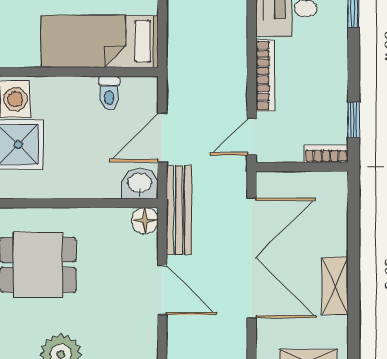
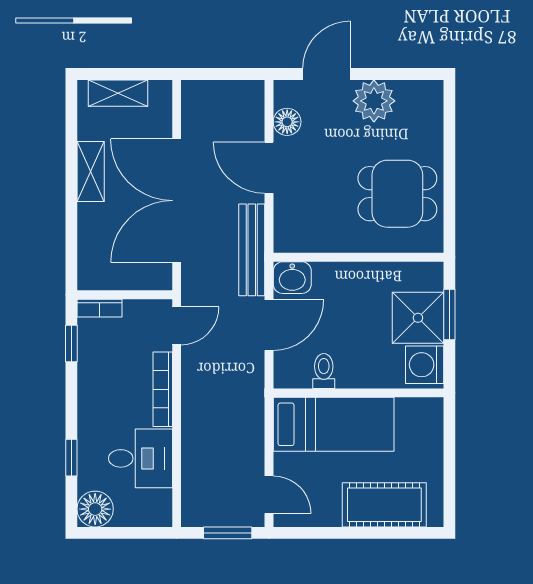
floor lamp: (145, 221) -> (287, 122), moved

